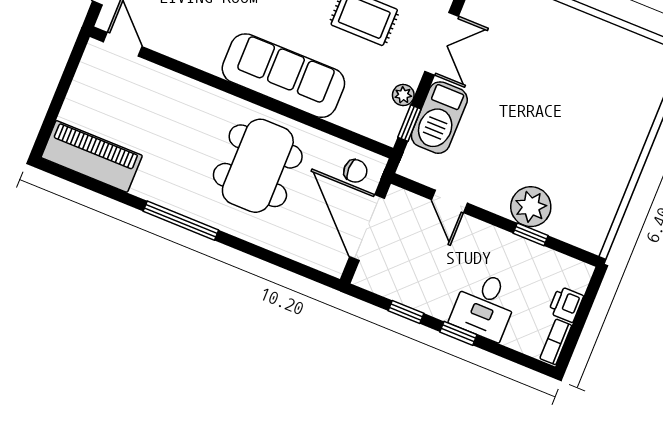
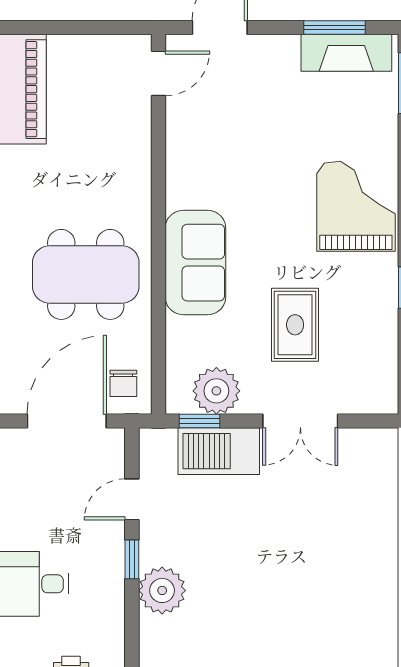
sofa: (283, 76) -> (195, 263), width x0.73
plant: (403, 95) -> (216, 391), width x1.88, depth x1.88
window: (531, 234) -> (132, 559), moved

